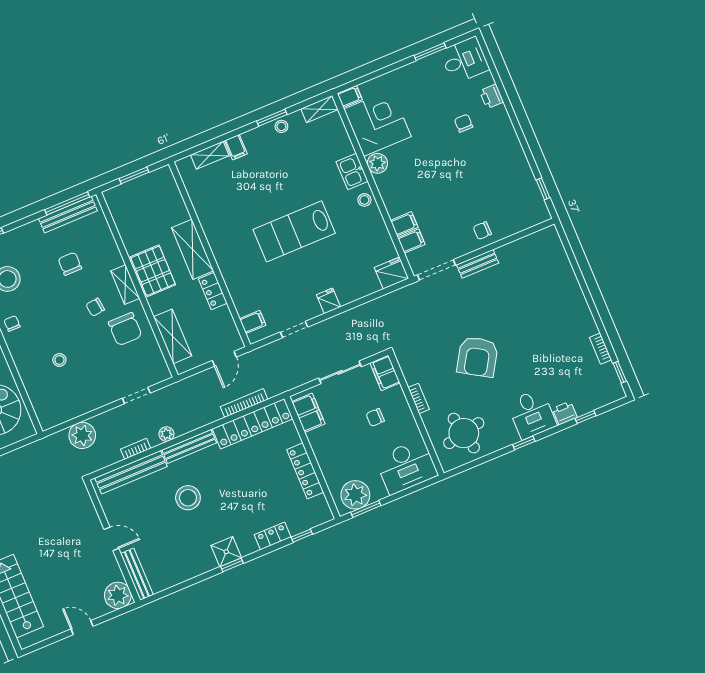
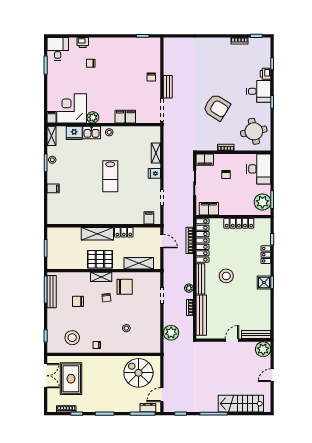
shelving: (210, 155) -> (156, 153), moved
lab bench: (294, 231) -> (110, 176), width x0.73, depth x0.72
filing cabinet: (411, 241) -> (120, 117), moved
fridge: (391, 273) -> (74, 133), moved, turned -90
stool: (188, 498) -> (226, 276), moved

